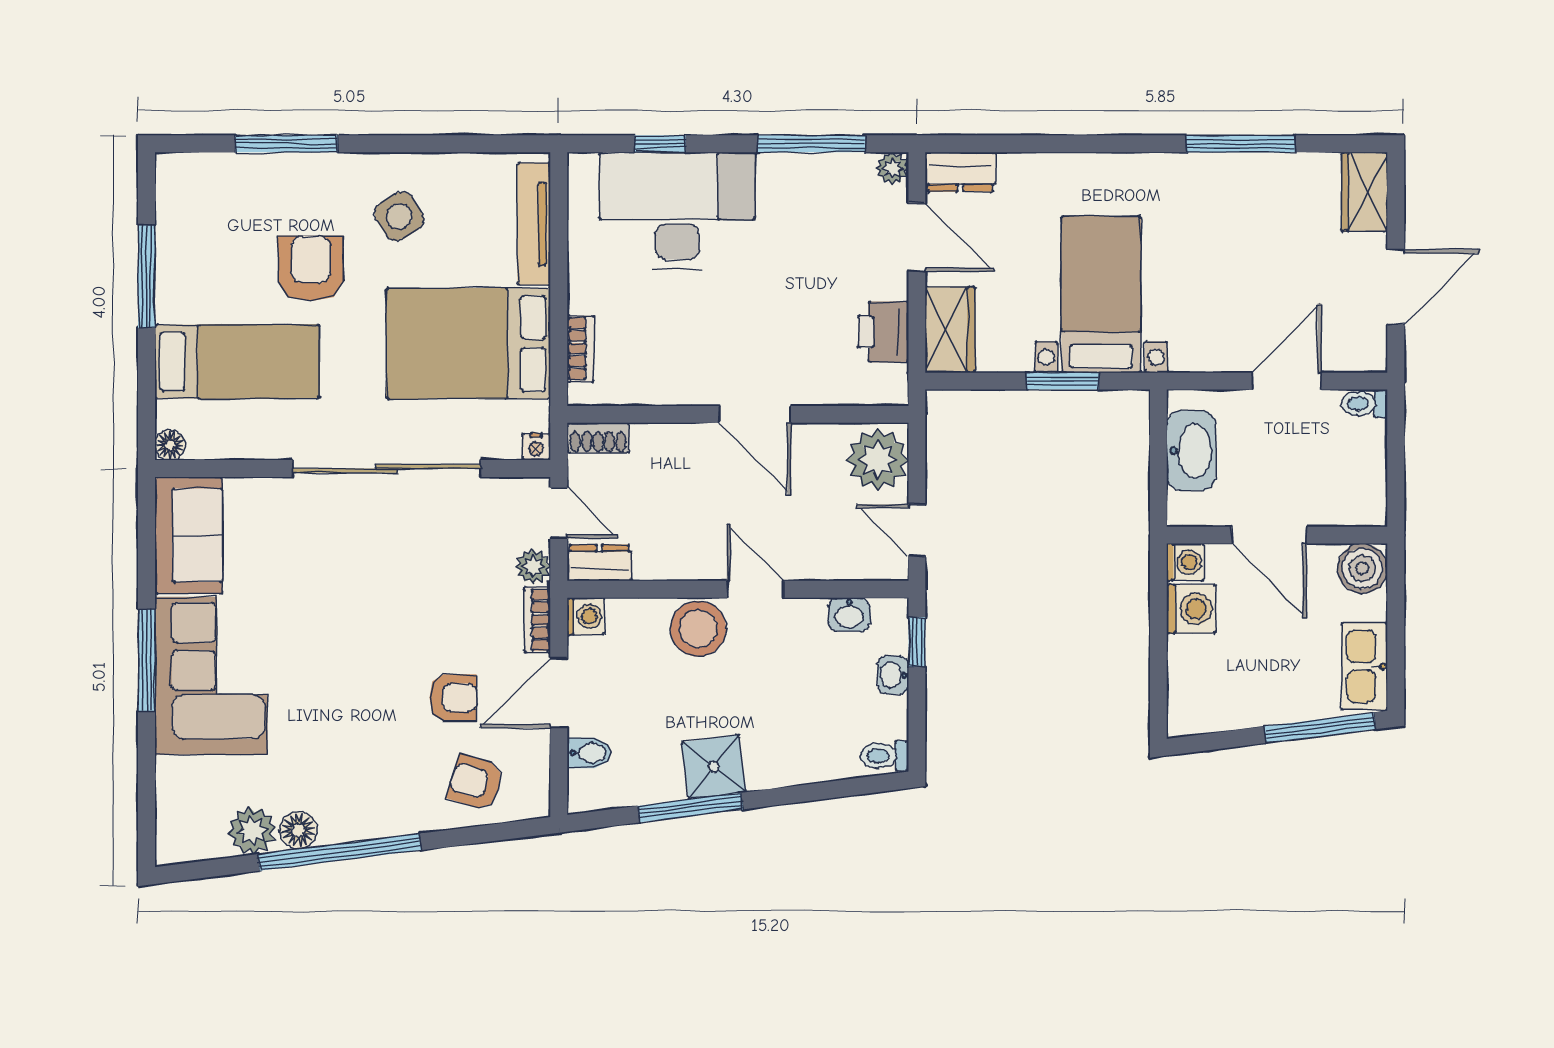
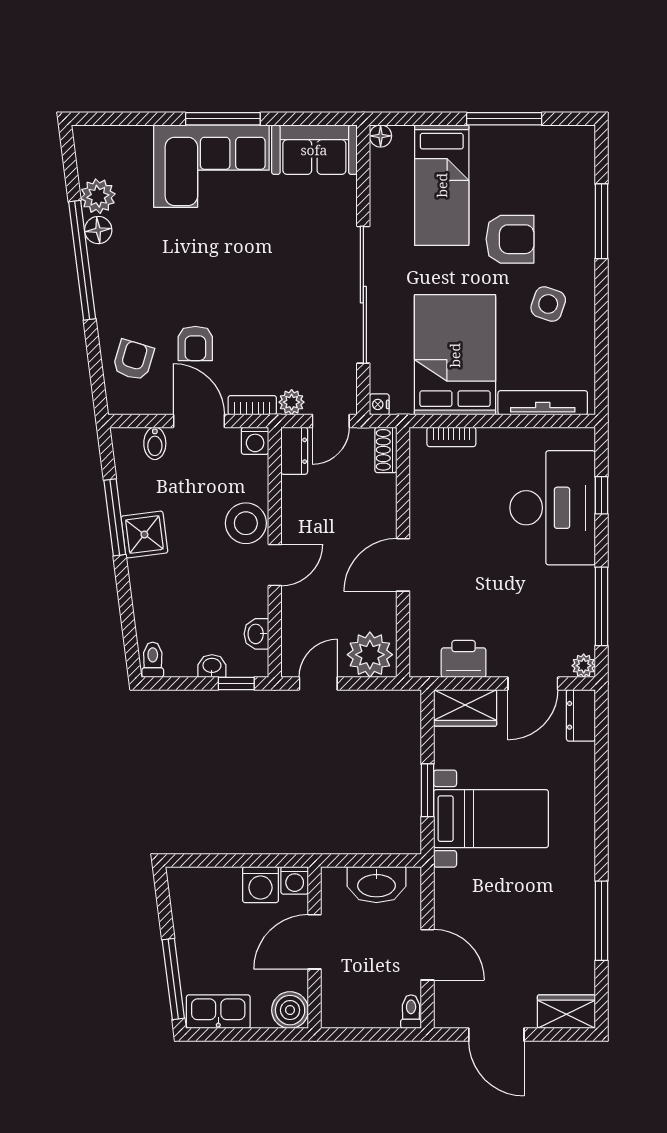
side table: (399, 216) -> (548, 304), turned -38

